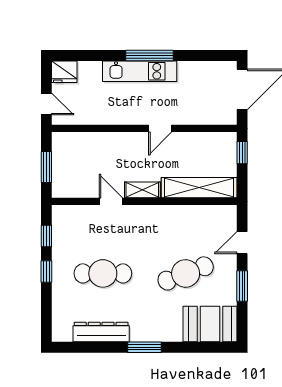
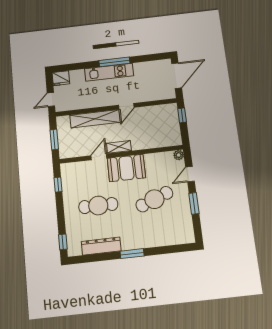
door: (46, 104) -> (51, 99), swing flipped
shelving: (199, 188) -> (95, 119), moved
door: (111, 201) -> (99, 157), hinge flipped
plant: (229, 213) -> (179, 155), added
window: (46, 271) -> (63, 242), moved
booth: (210, 324) -> (126, 168), moved

